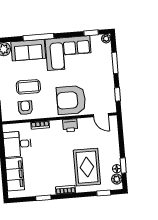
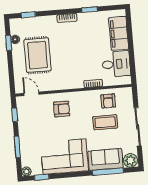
window: (38, 37) -> (108, 172), moved
armchair: (71, 100) -> (62, 109), width x0.53, depth x0.53
printer: (70, 125) -> (63, 83), removed
rug: (87, 167) -> (37, 55), moved
plant: (117, 179) -> (15, 29), removed

